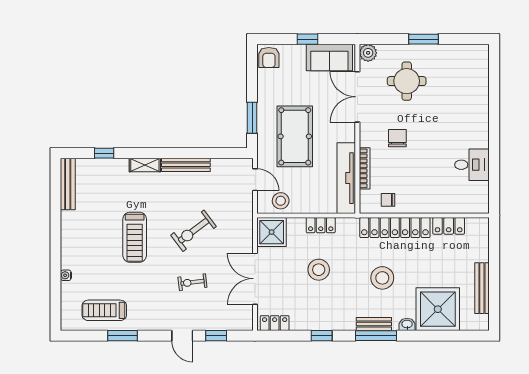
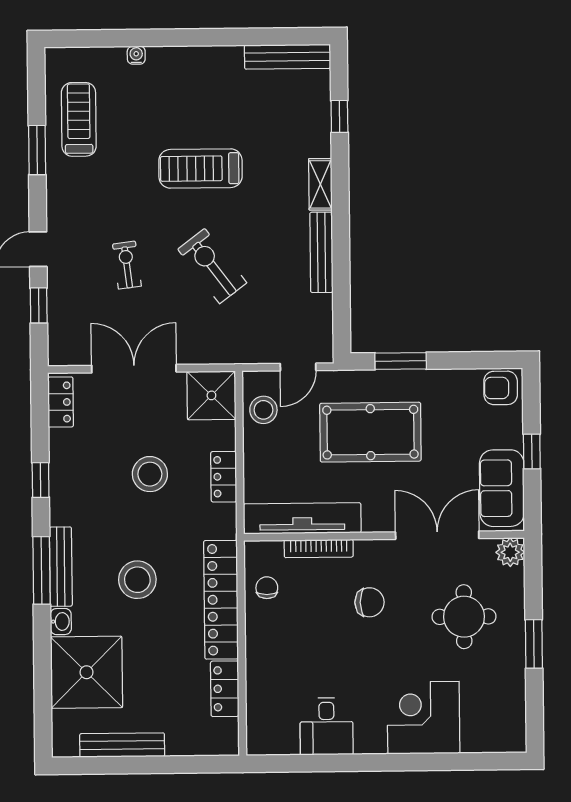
corner desk: (467, 106) -> (423, 718), added
bench: (374, 324) -> (61, 567), width x1.36

